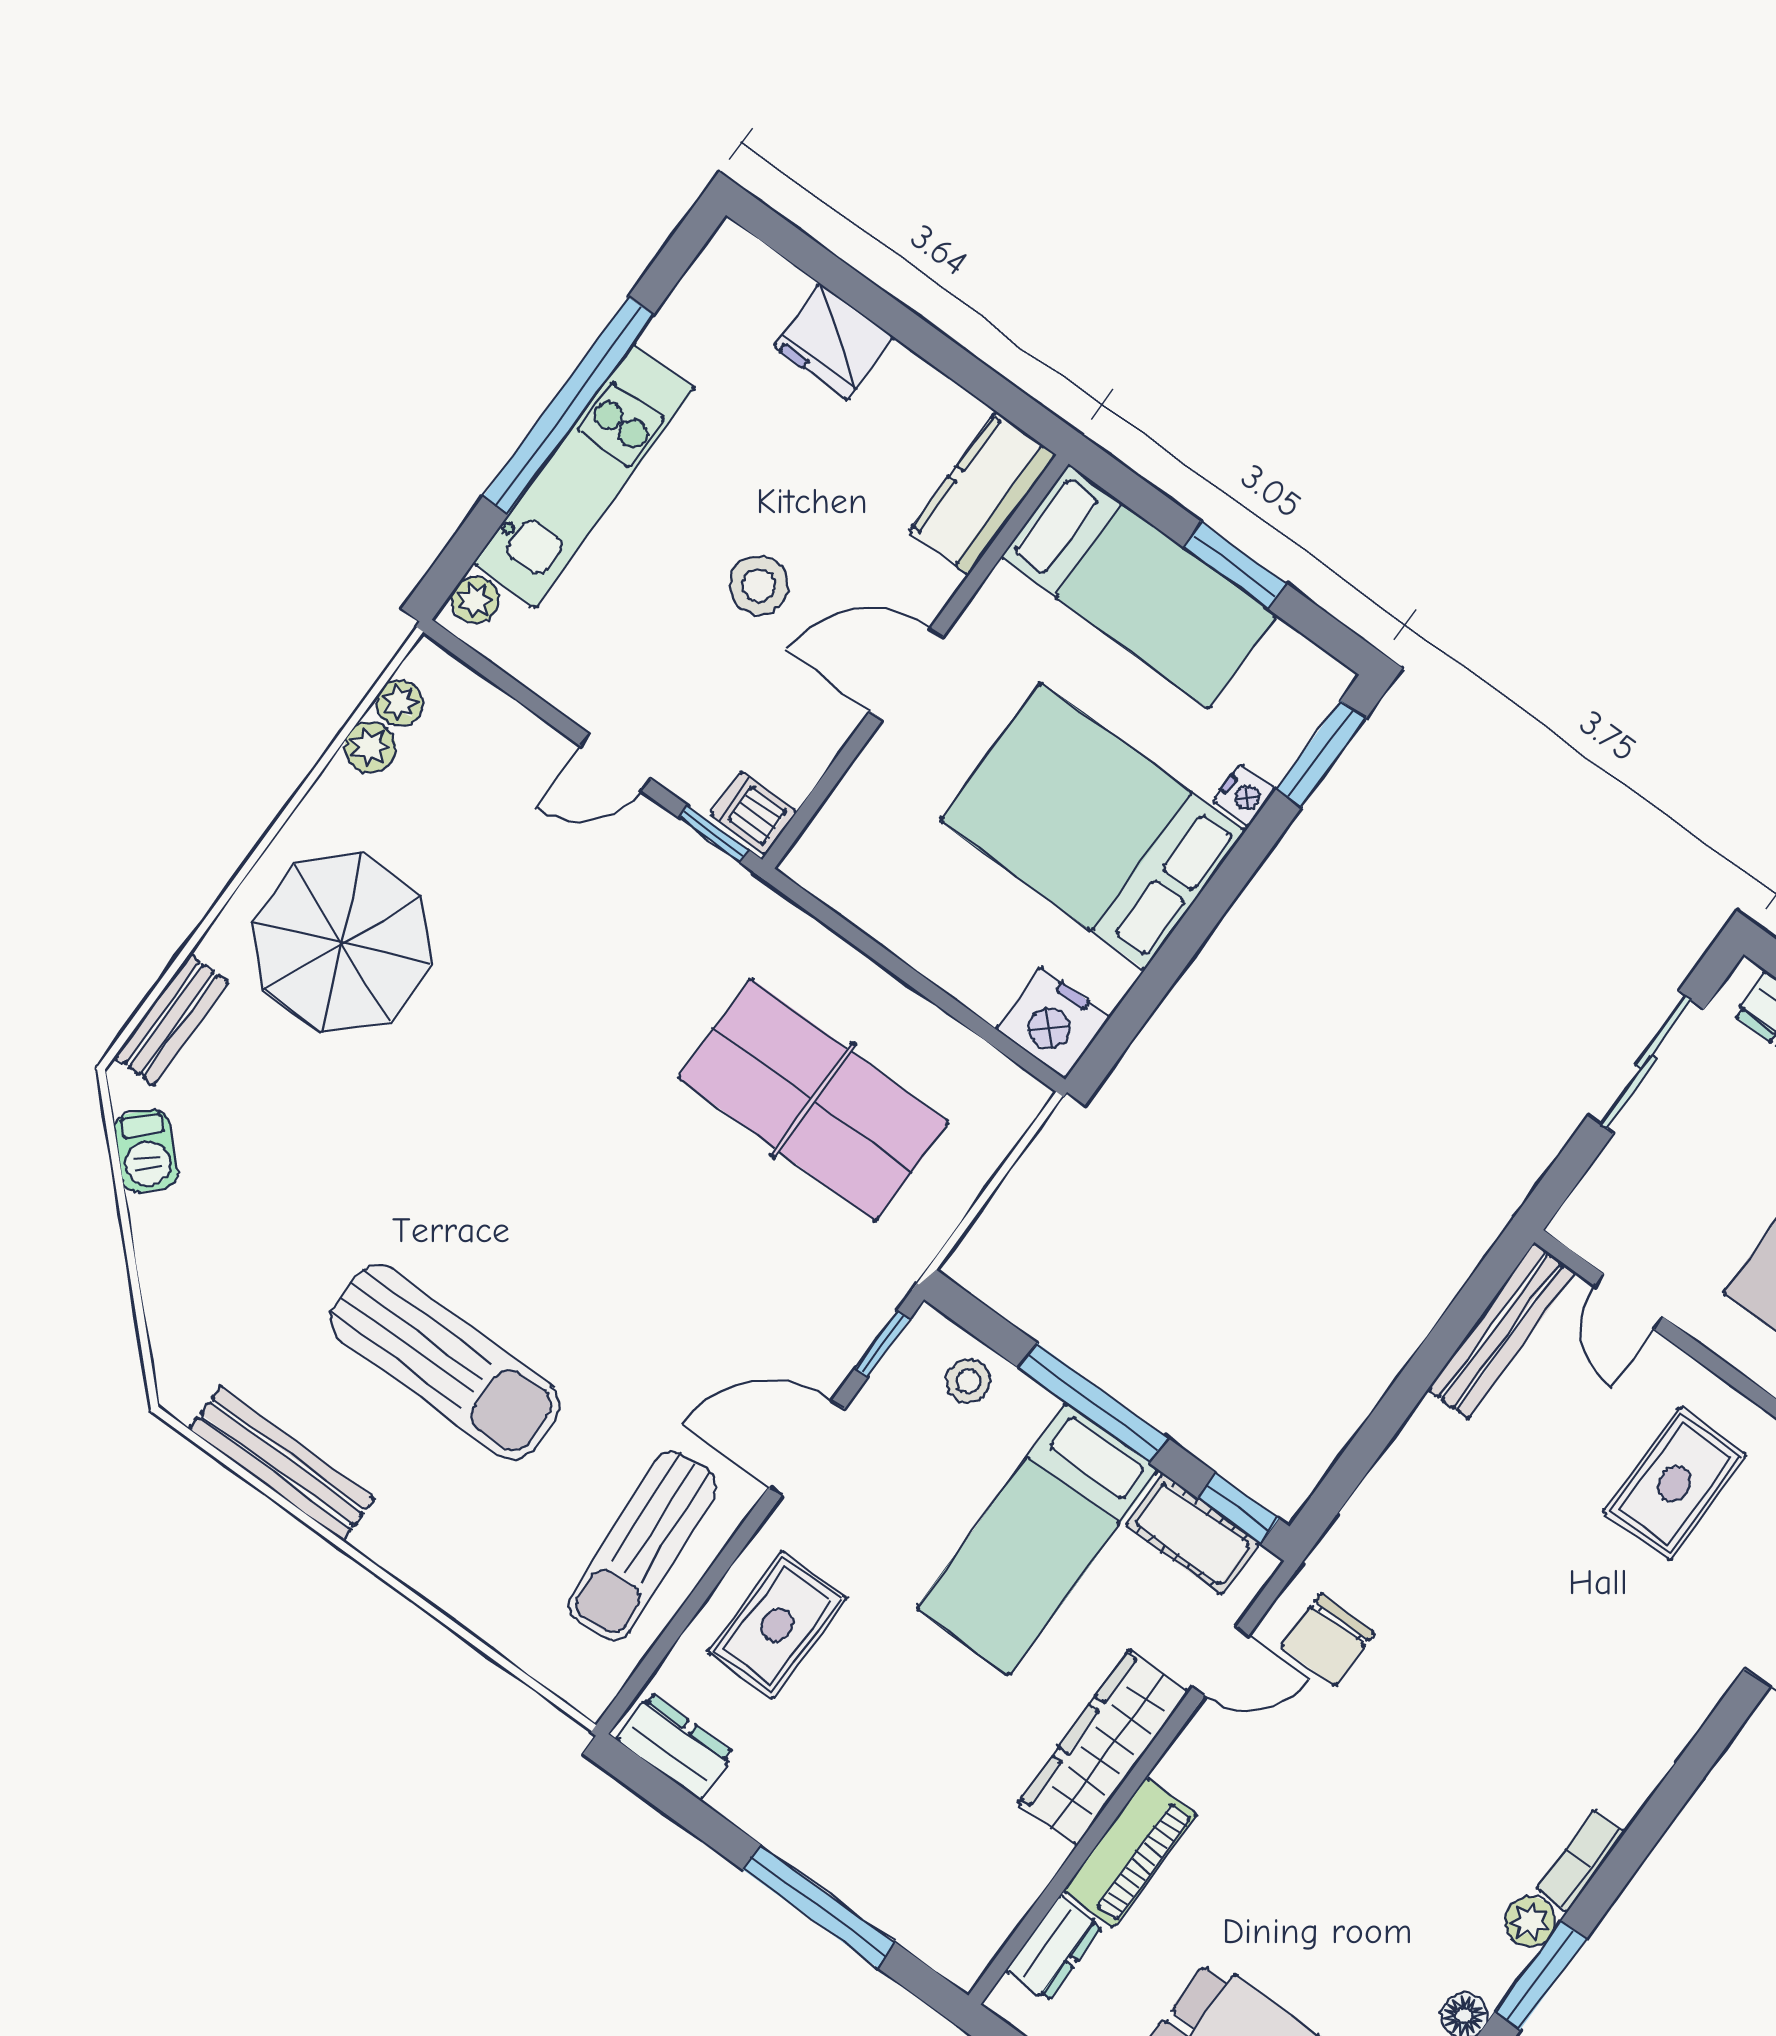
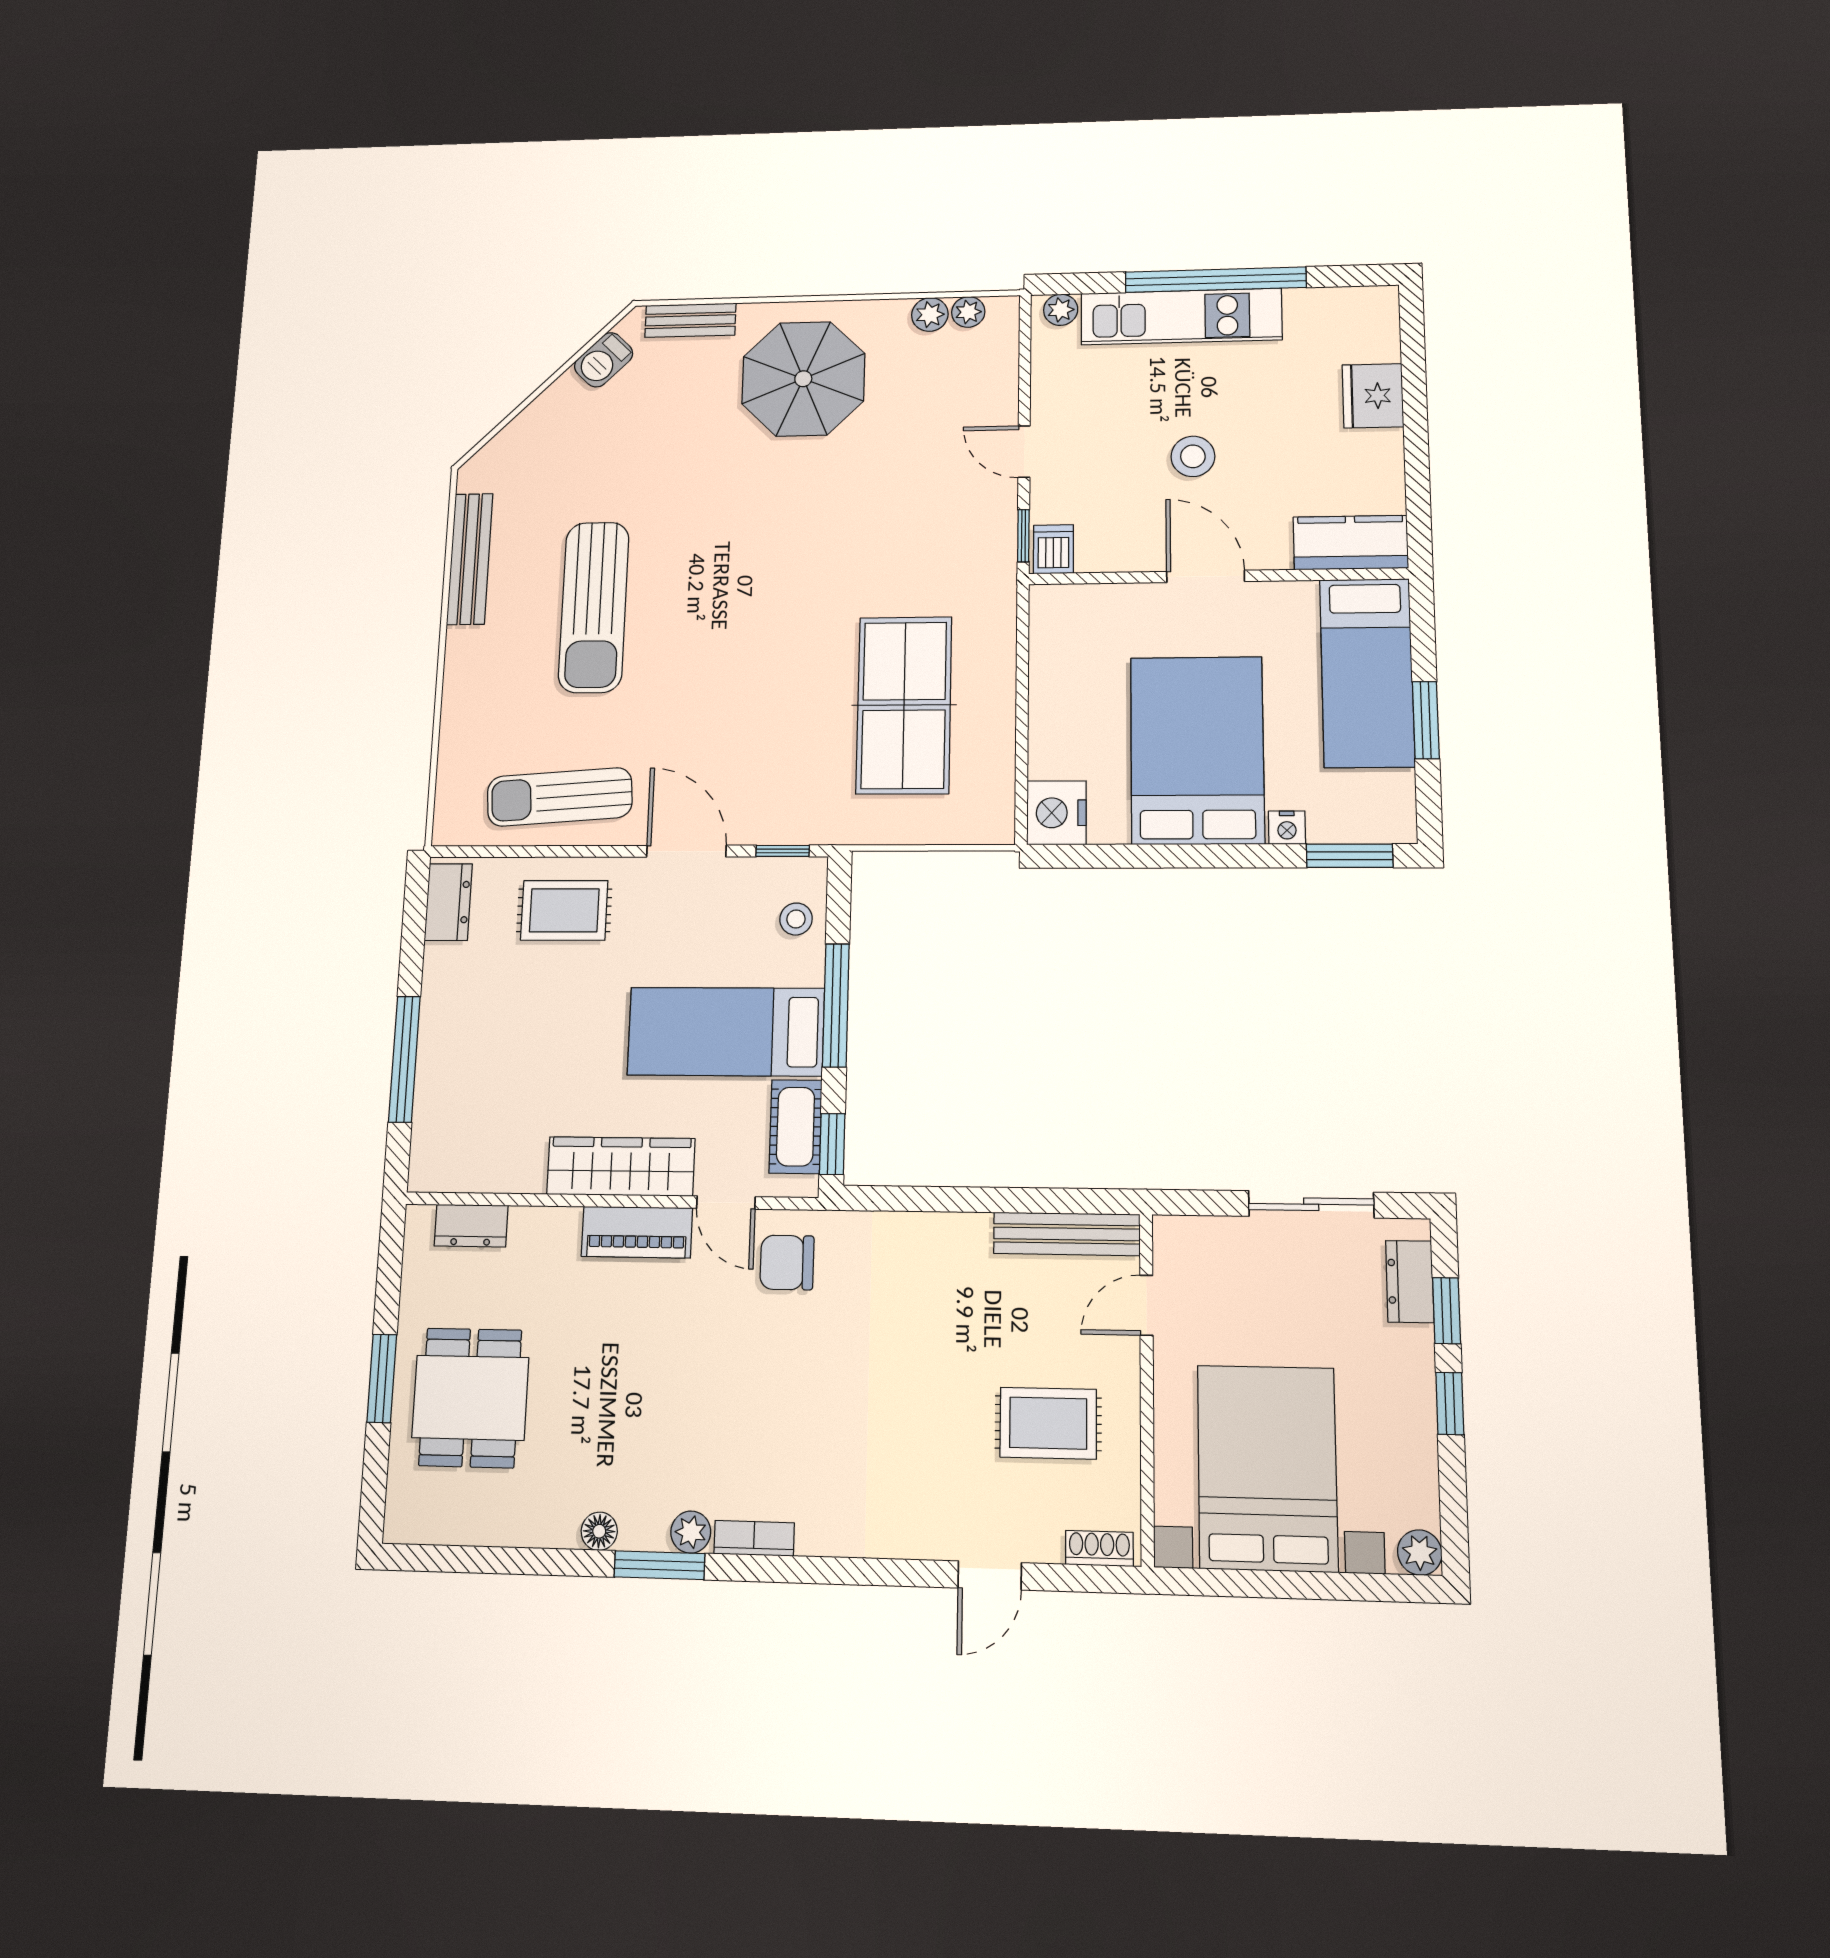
piano: (1130, 1852) -> (637, 1232), moved

